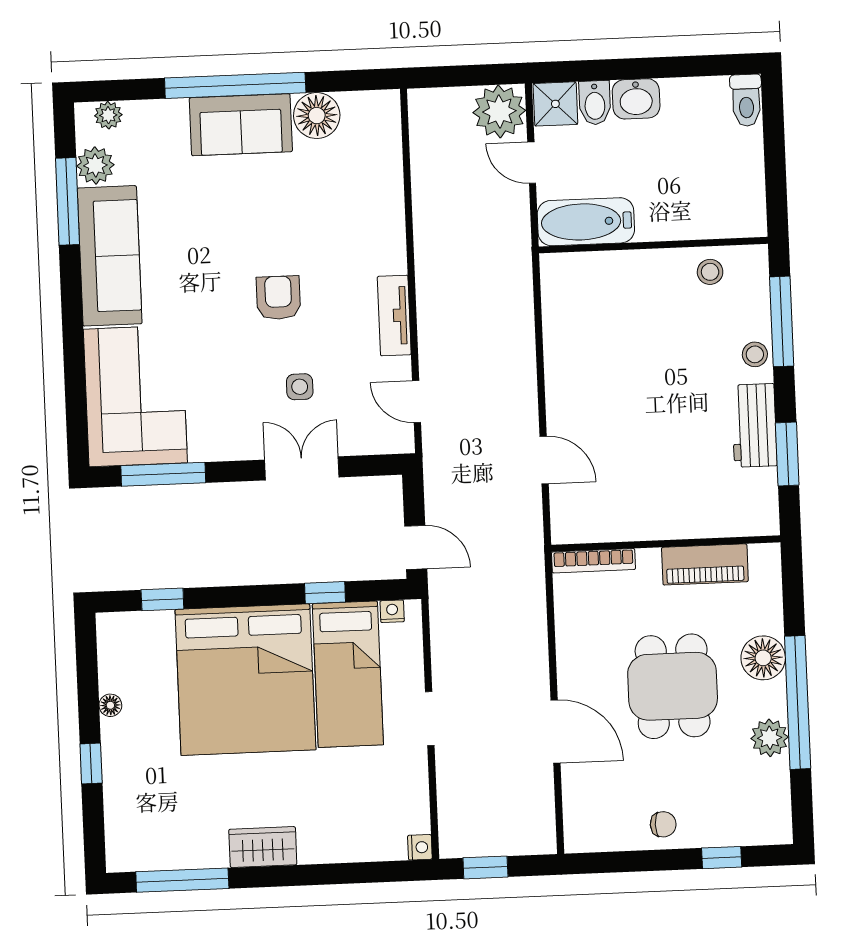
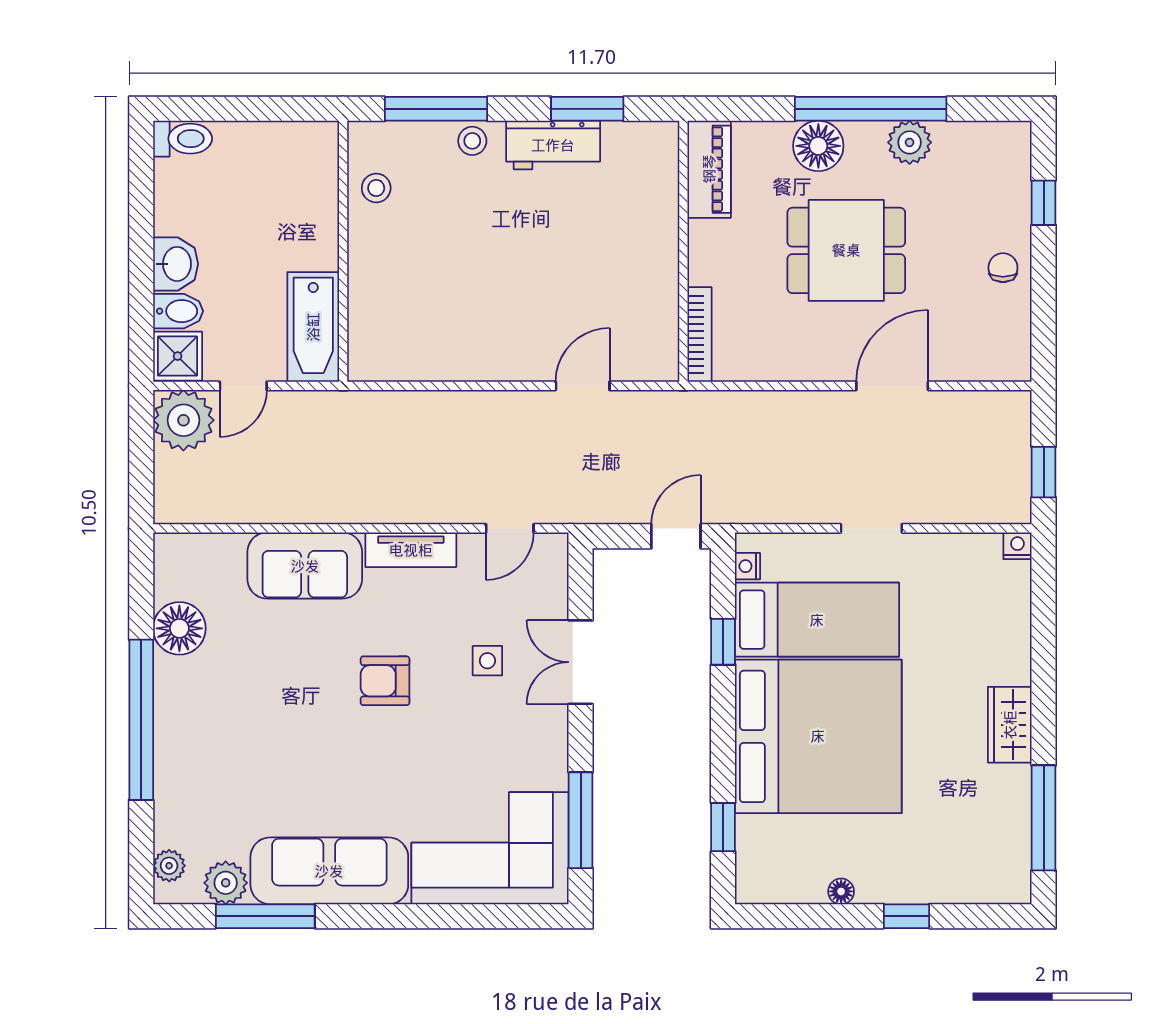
sofa: (241, 125) -> (305, 566), moved, turned 90
piano: (705, 564) -> (709, 169), moved

